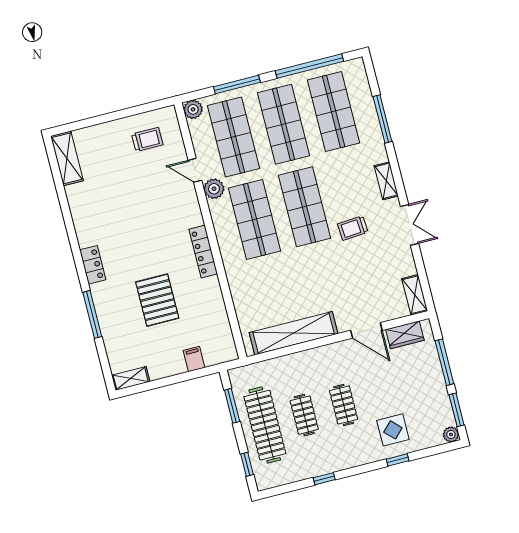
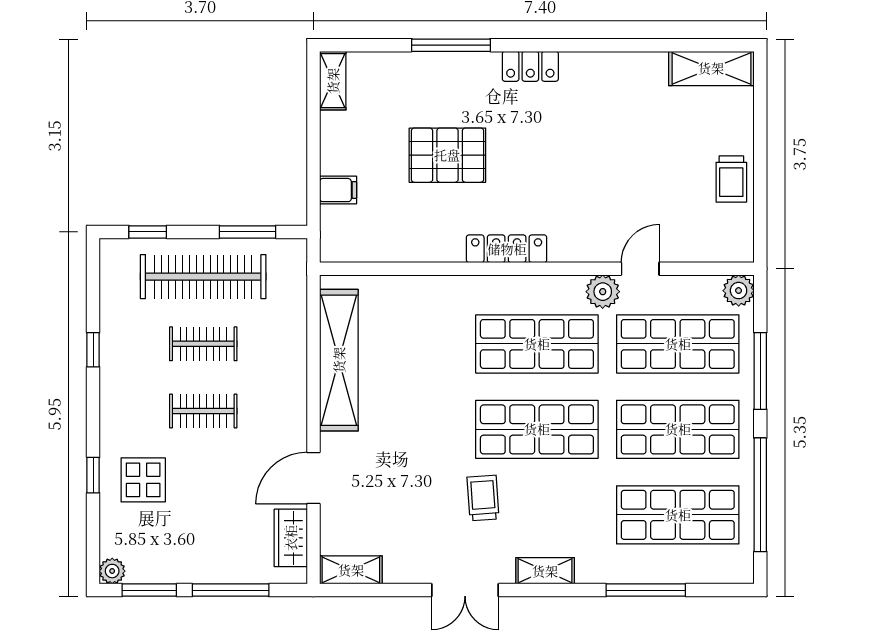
trolley: (147, 139) -> (731, 179), moved

